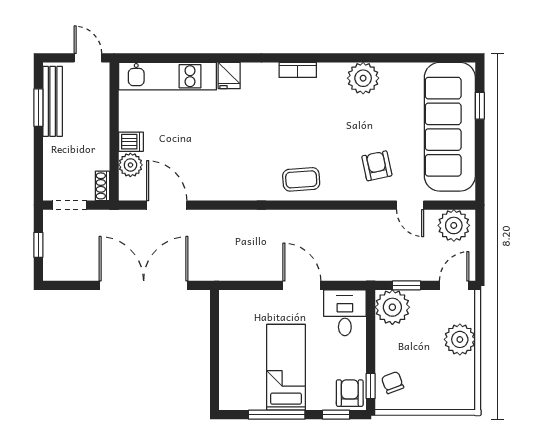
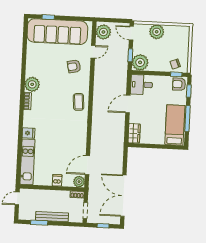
plant: (363, 78) -> (32, 84), moved
bench: (53, 101) -> (52, 217), moved
plant: (130, 165) -> (79, 182), moved
double door: (144, 285) -> (123, 196), moved
wardrobe: (240, 302) -> (134, 133), added
bed: (286, 367) -> (175, 125), moved, turned 90

